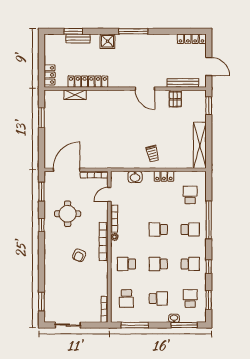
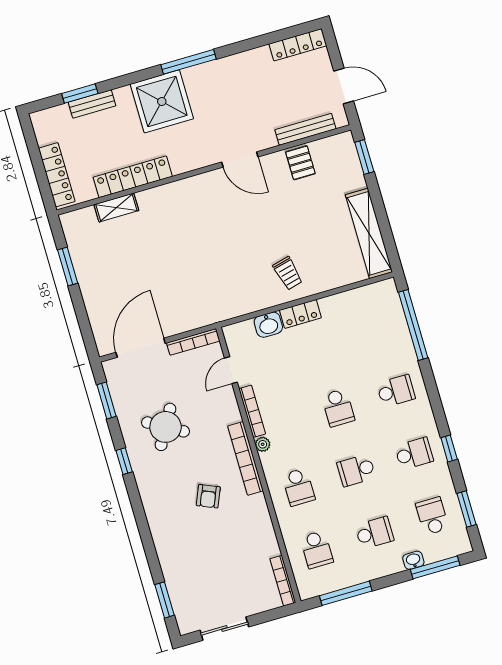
shower: (108, 41) -> (162, 101), width x1.86, depth x1.86
locker: (49, 75) -> (57, 175), width x1.53
locker: (164, 176) -> (300, 314), moved
school desk: (190, 195) -> (378, 328), removed
round table: (68, 214) -> (166, 427), turned 30
window: (209, 220) -> (413, 325), moved
school desk: (158, 229) -> (338, 408), turned -90
school desk: (126, 264) -> (299, 487), turned -90

